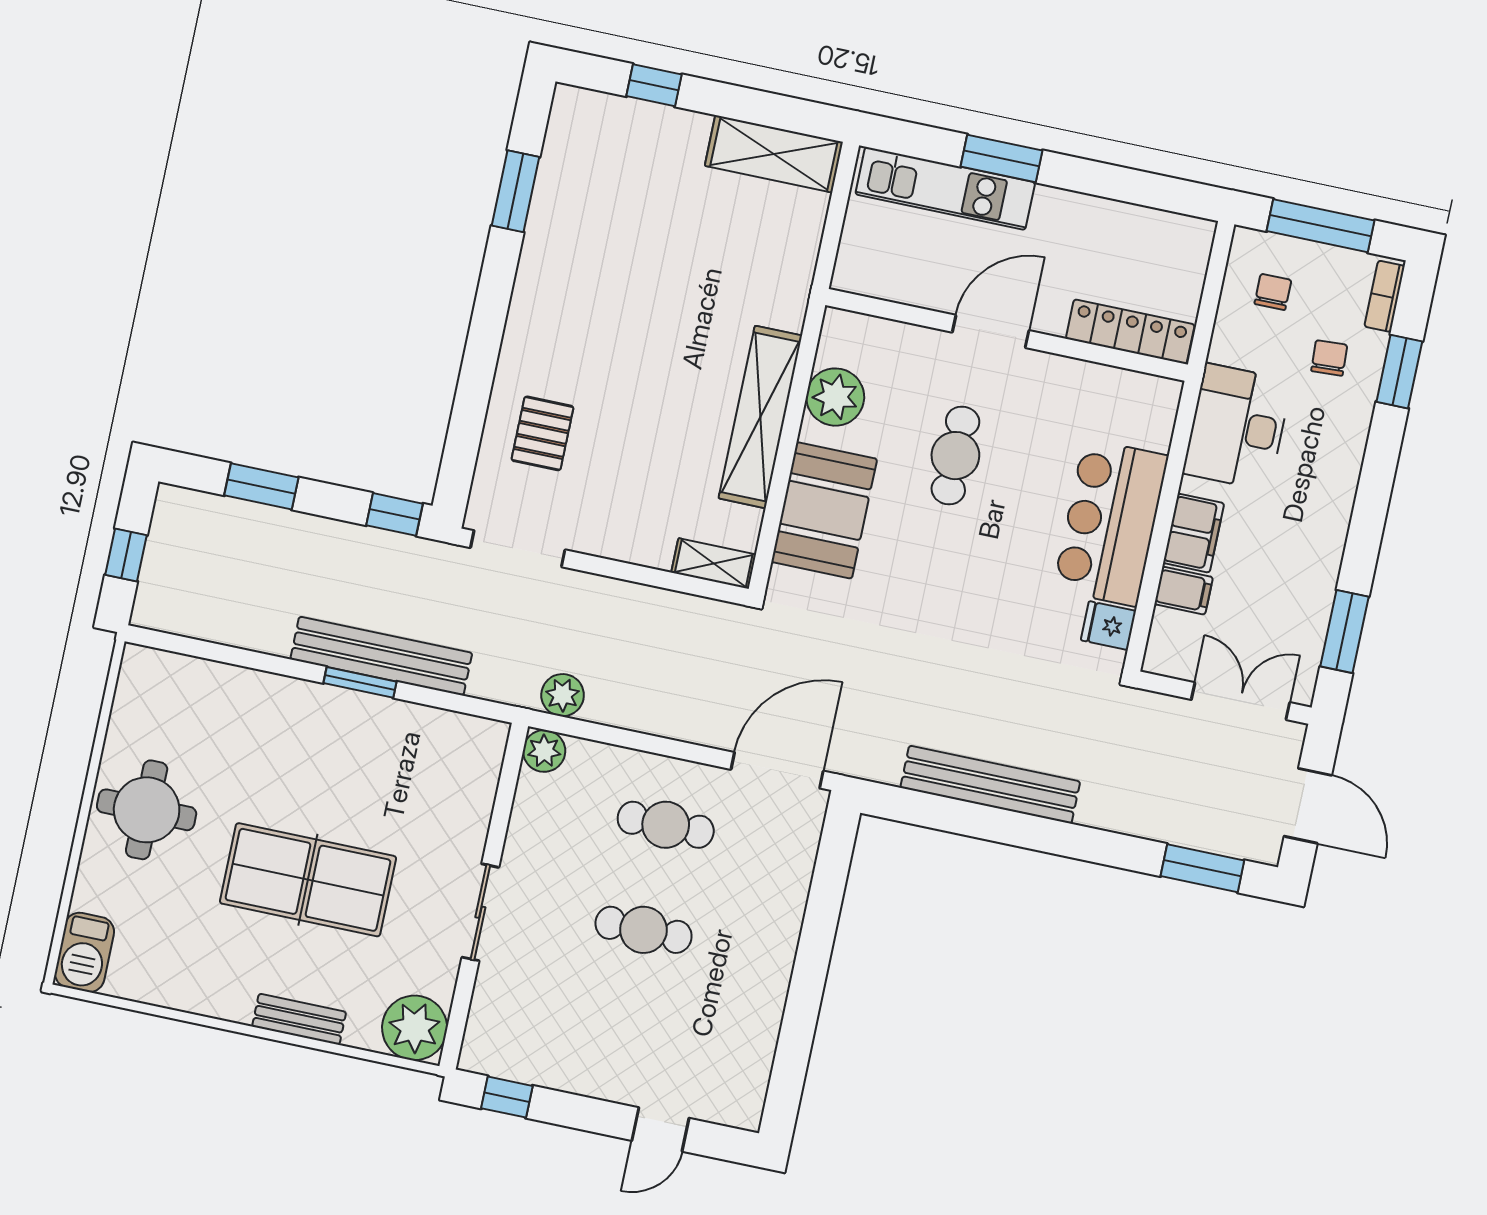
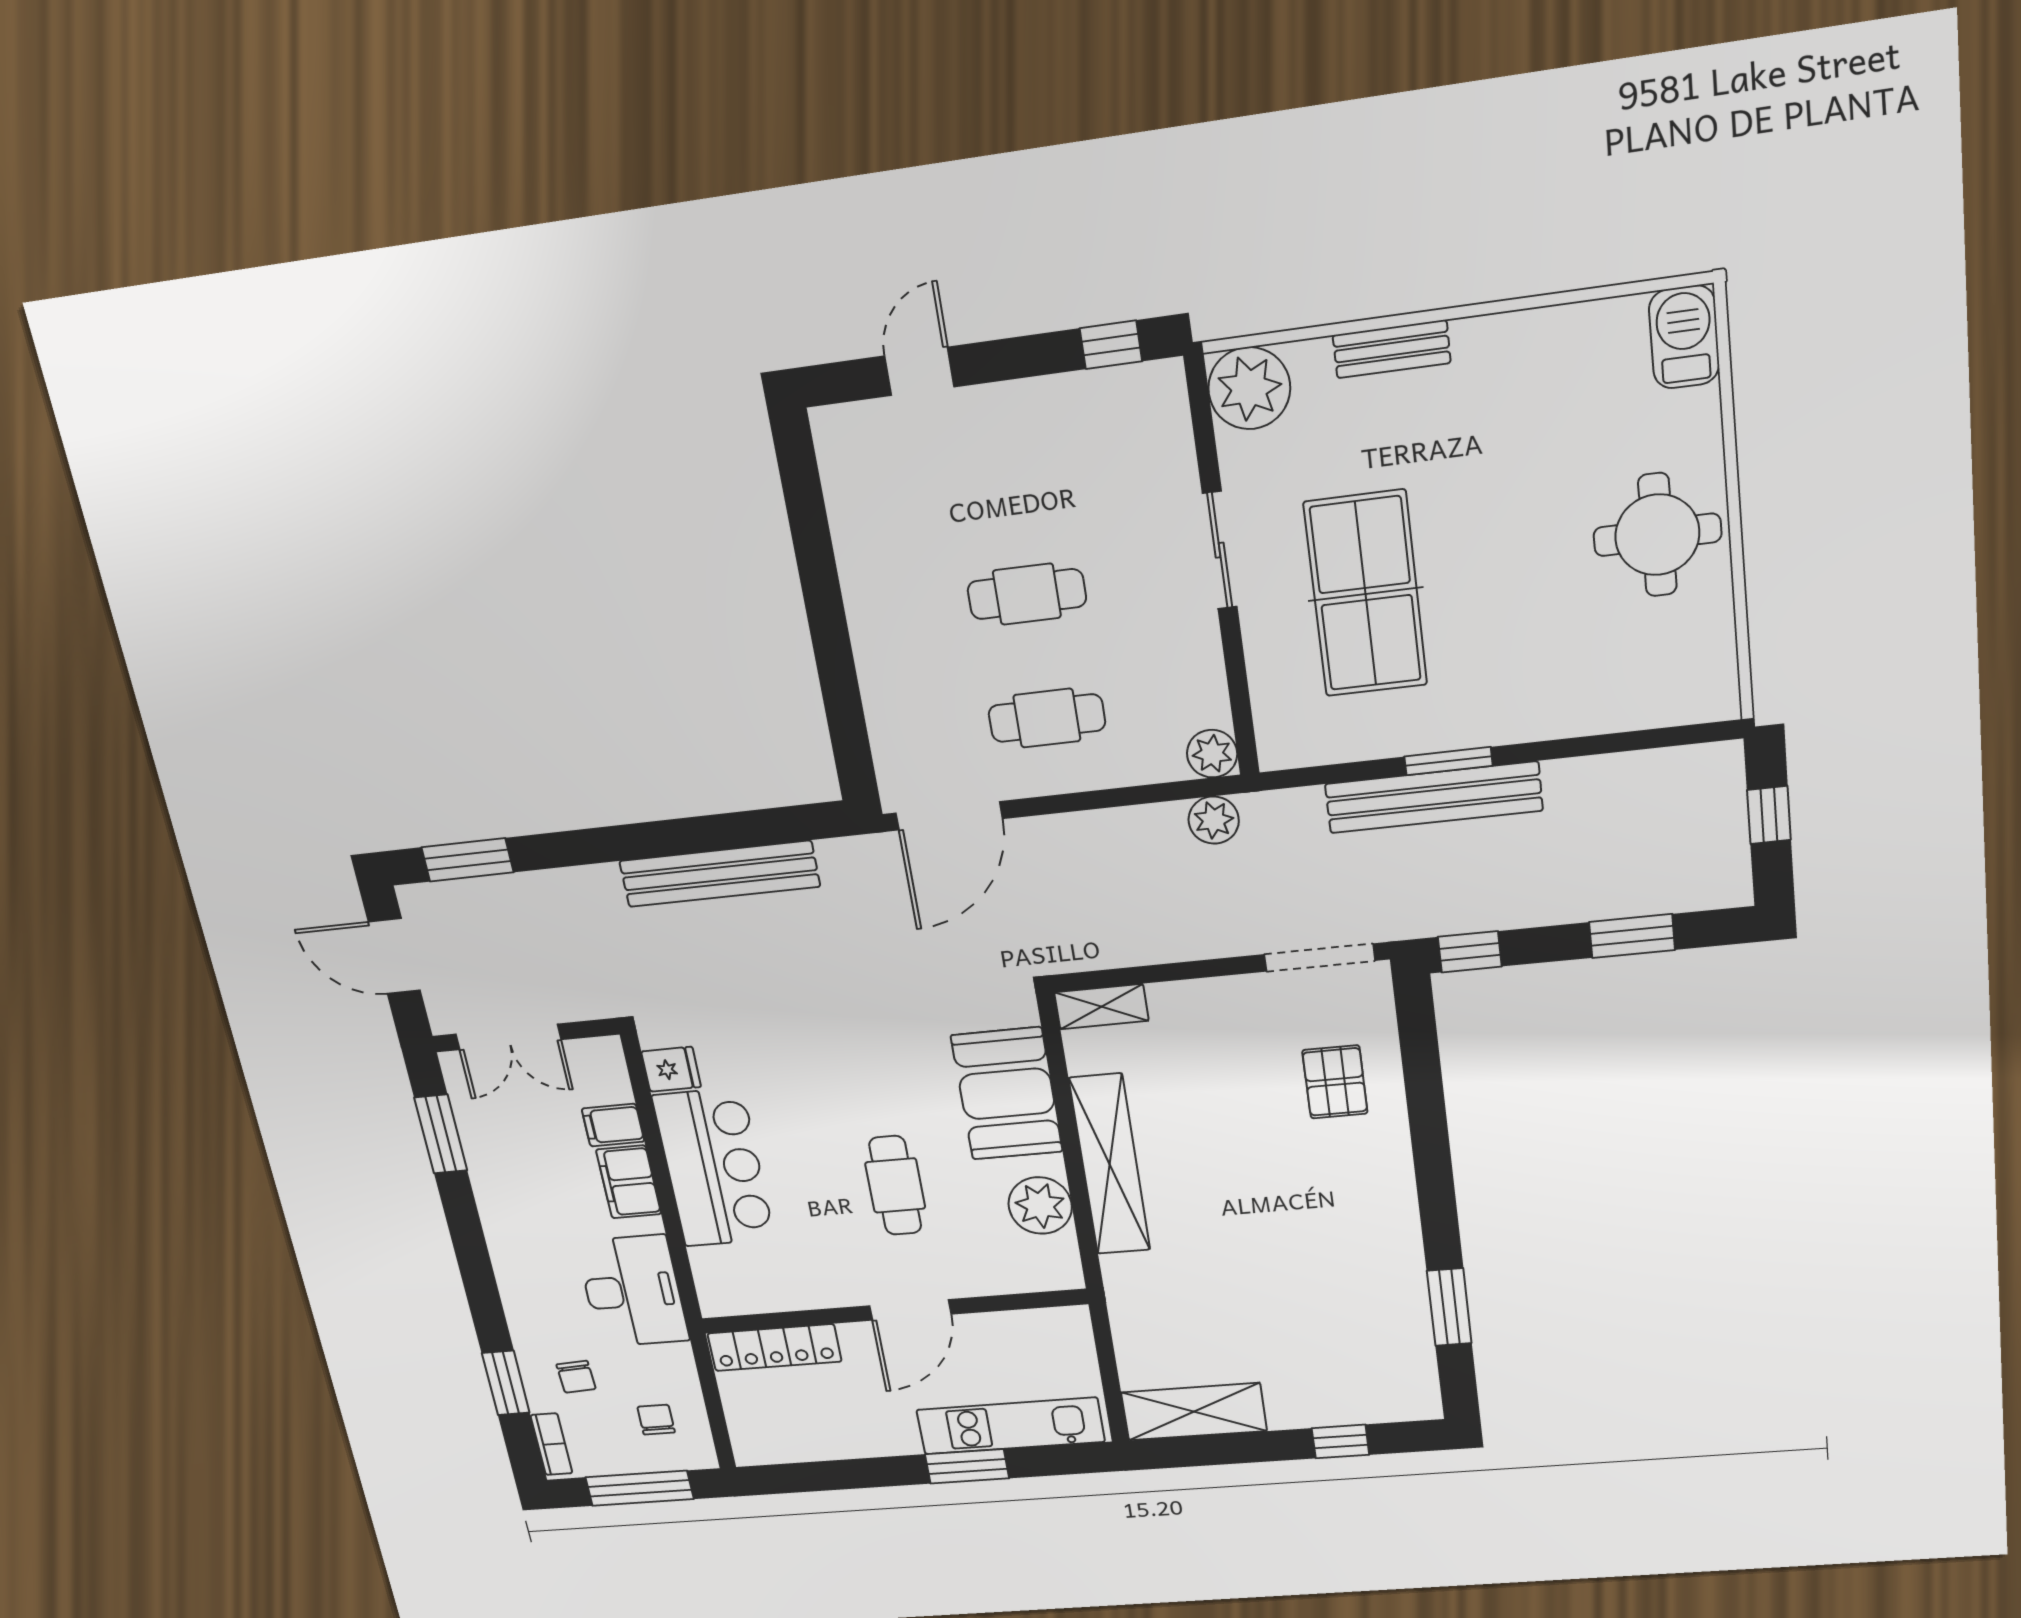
chair: (1273, 292) -> (656, 1420), turned 180
table tennis table: (308, 880) -> (1366, 594), moved, turned 90

